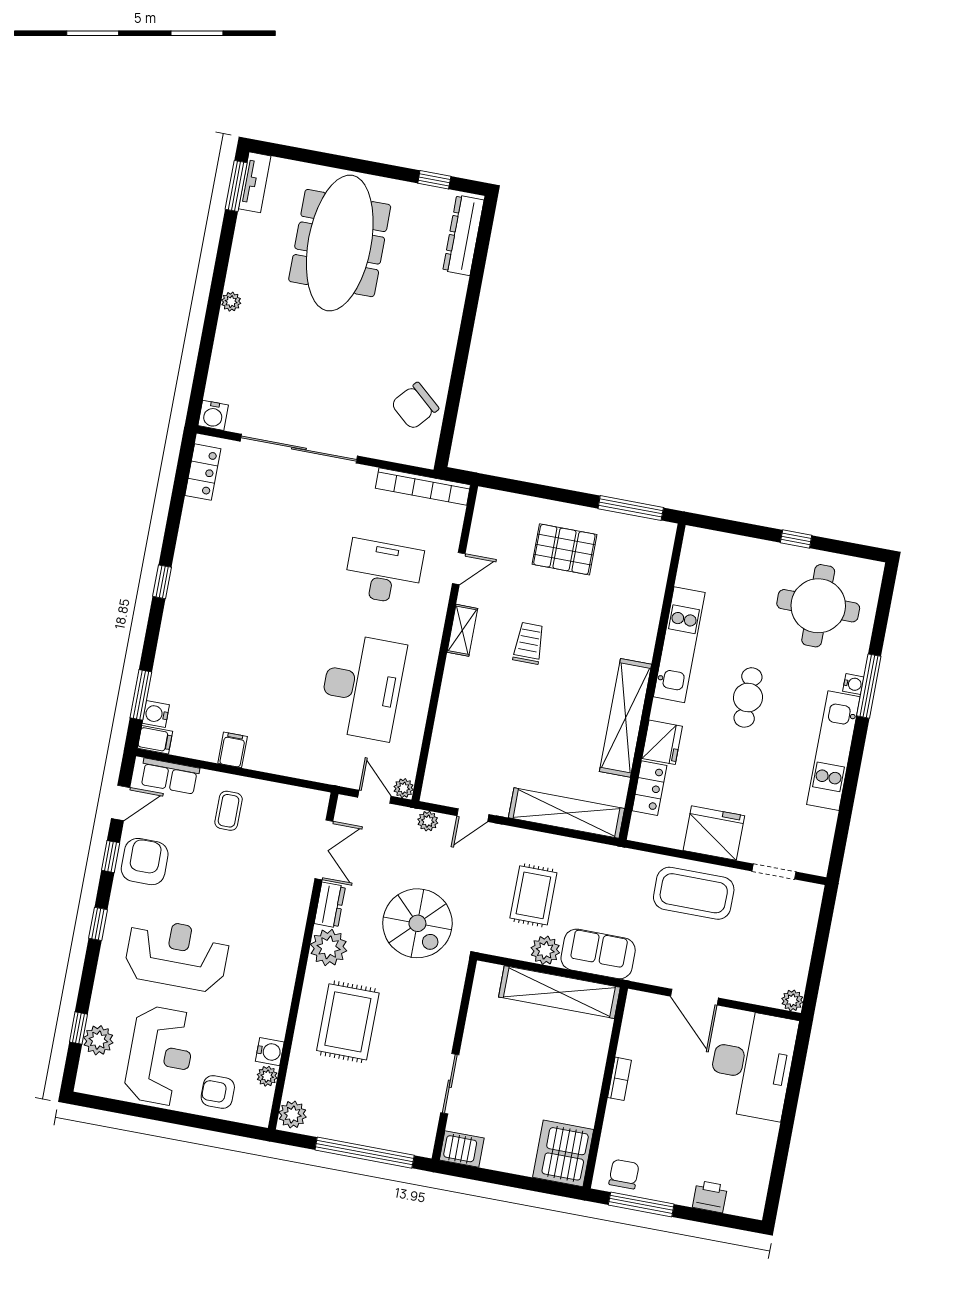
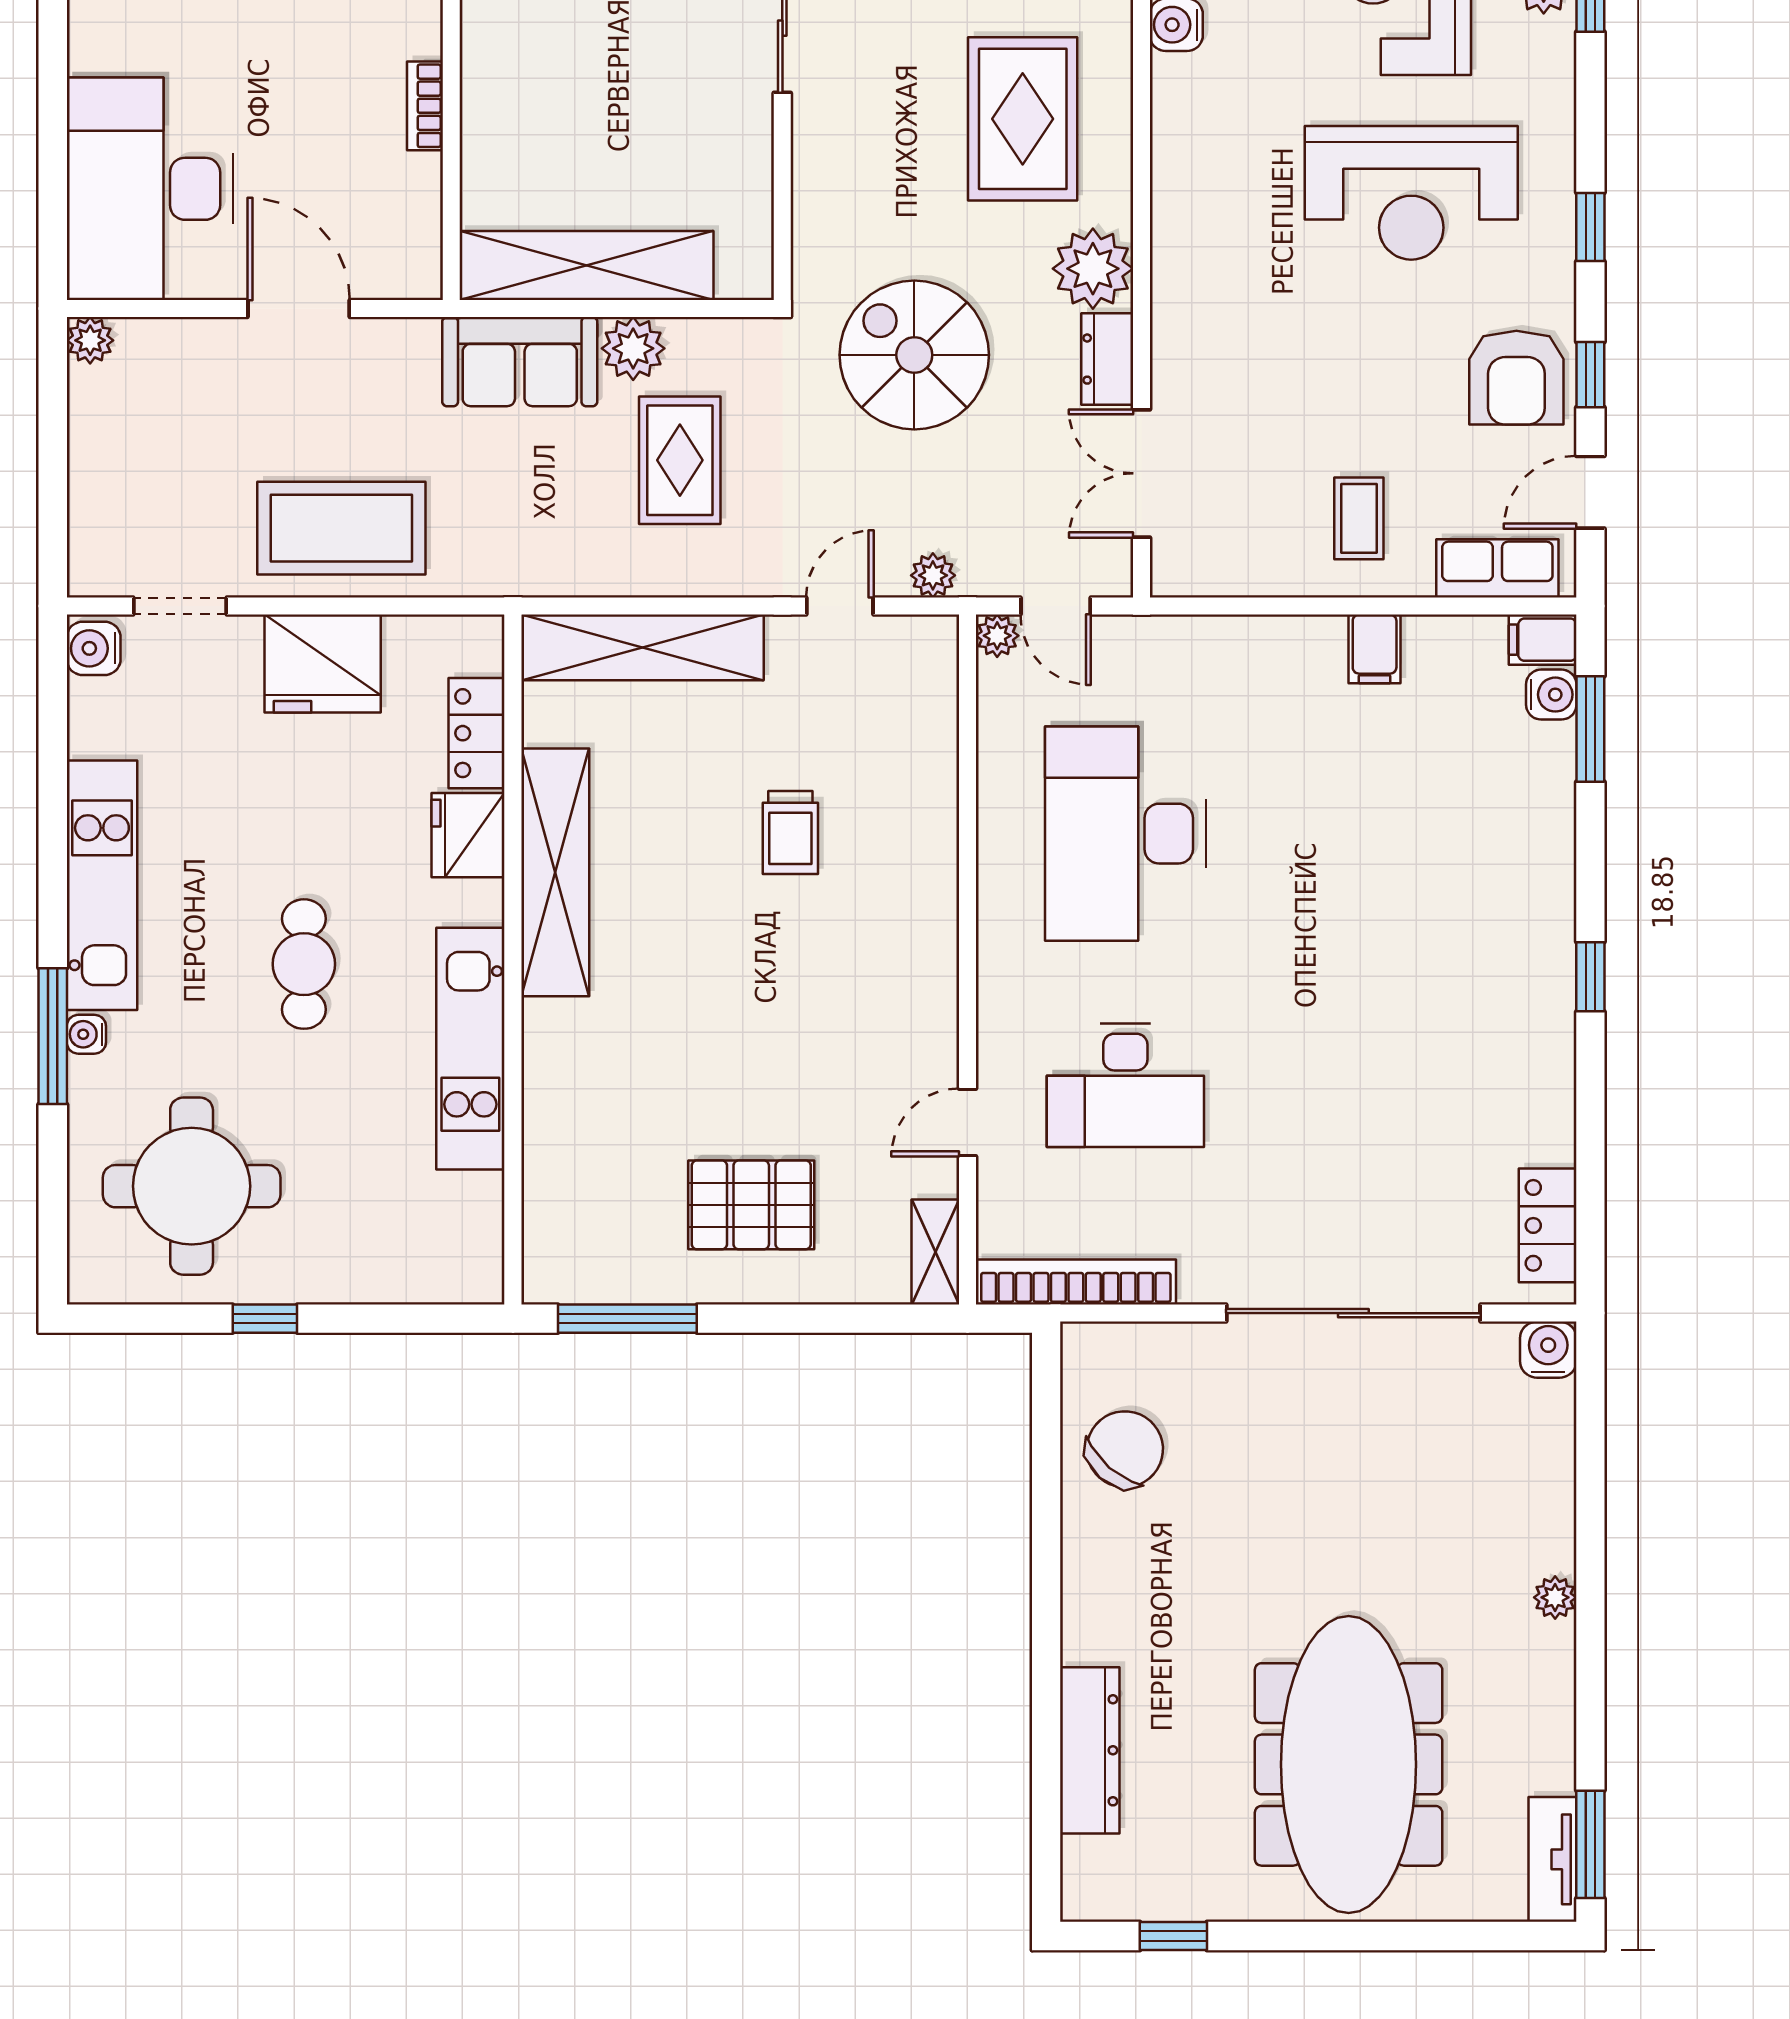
dresser: (463, 235) -> (1090, 1750), moved
shelving: (462, 630) -> (935, 1252), moved
trolley: (529, 643) -> (790, 833), moved
water cooler: (817, 860) -> (94, 648), added

